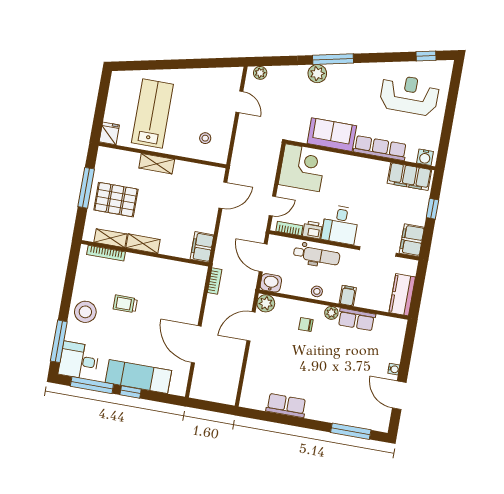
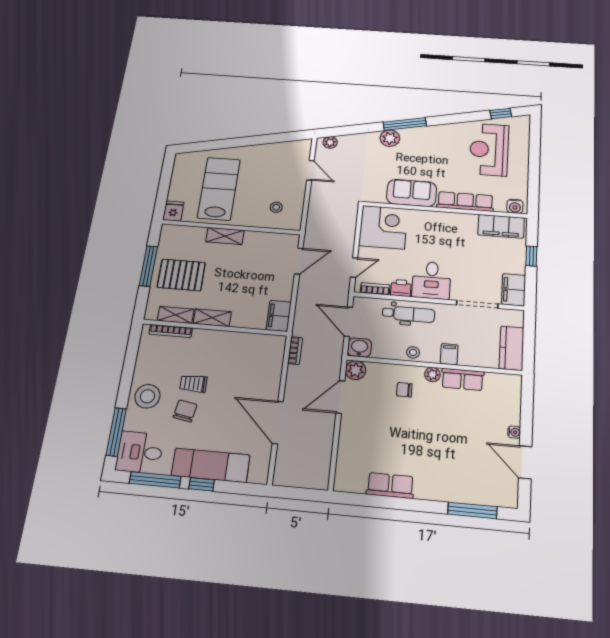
reception desk: (409, 95) -> (489, 150), turned -90
chair: (118, 328) -> (185, 411), added

